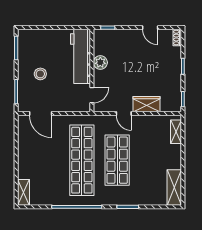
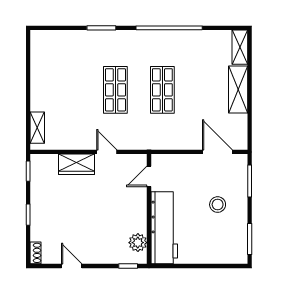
plant: (100, 62) -> (138, 243), moved
shop shelf: (82, 160) -> (162, 90), width x0.50, depth x0.74
shop shelf: (117, 160) -> (115, 90), width x0.70, depth x0.74
shelving: (174, 188) -> (238, 89), moved

